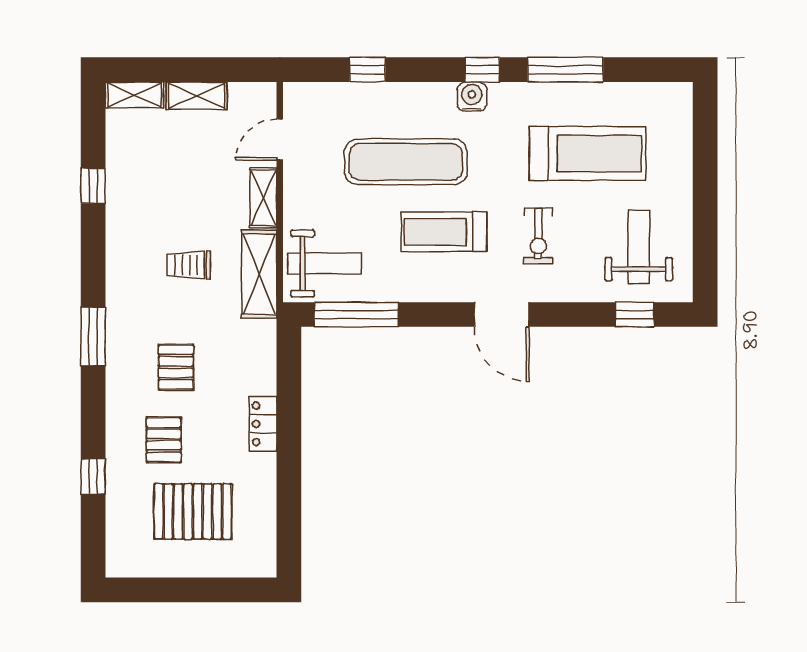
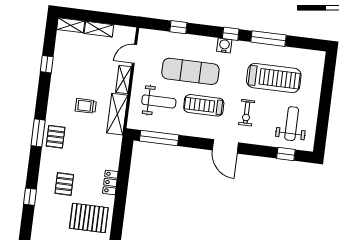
weight bench: (325, 263) -> (159, 101), moved
pallet: (176, 367) -> (56, 137), moved
pallet: (193, 511) -> (89, 218), moved

